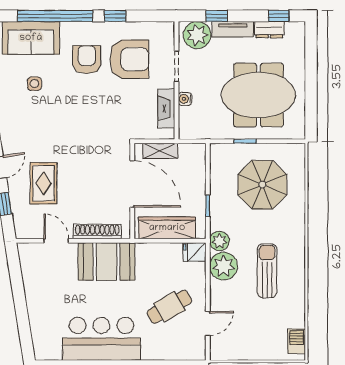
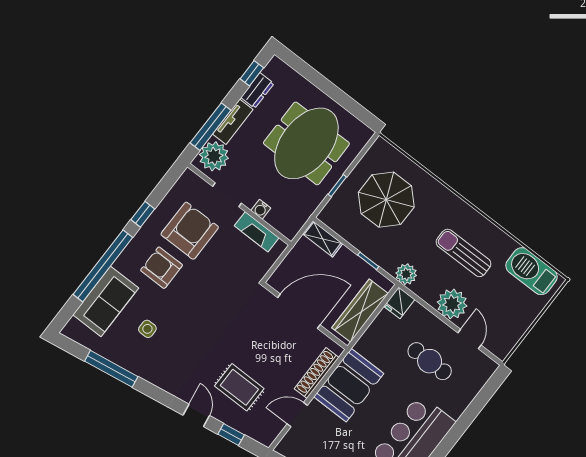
window: (217, 16) -> (211, 127), width x2.17
shelving: (160, 151) -> (323, 239), moved, turned 90
plant: (224, 266) -> (452, 304), moved
cafe table: (169, 307) -> (430, 361), turned -60
barbecue: (297, 341) -> (532, 271), width x1.88, depth x1.53

